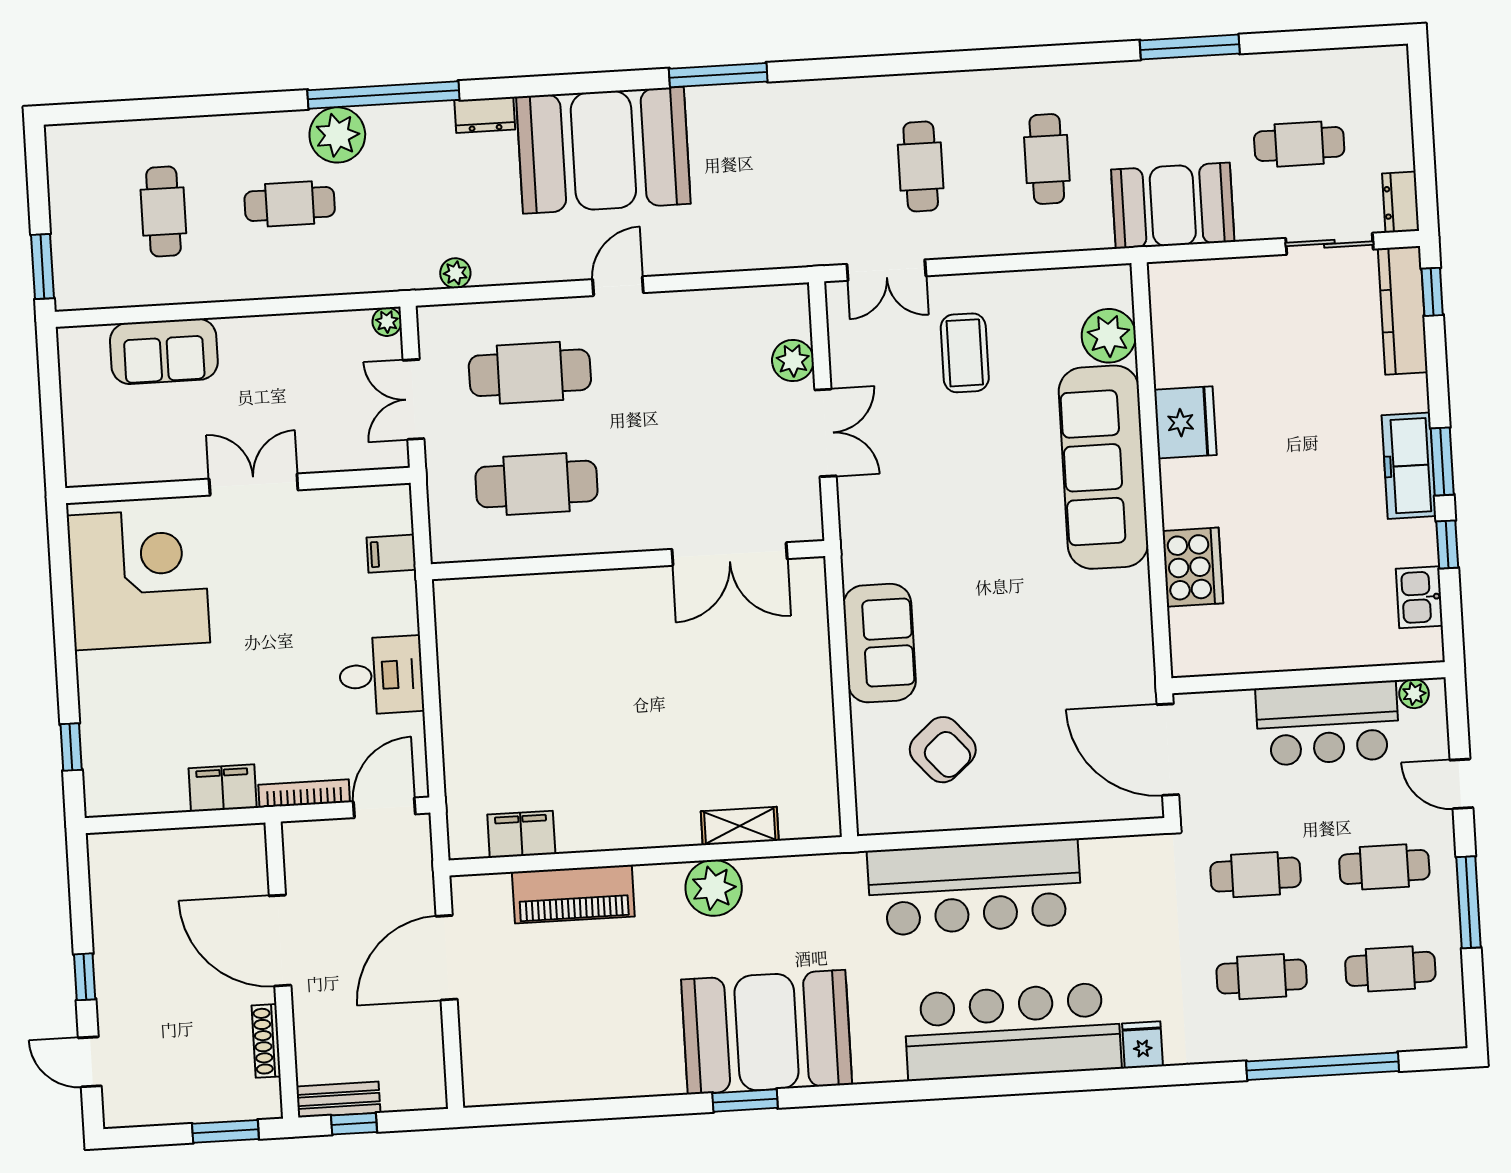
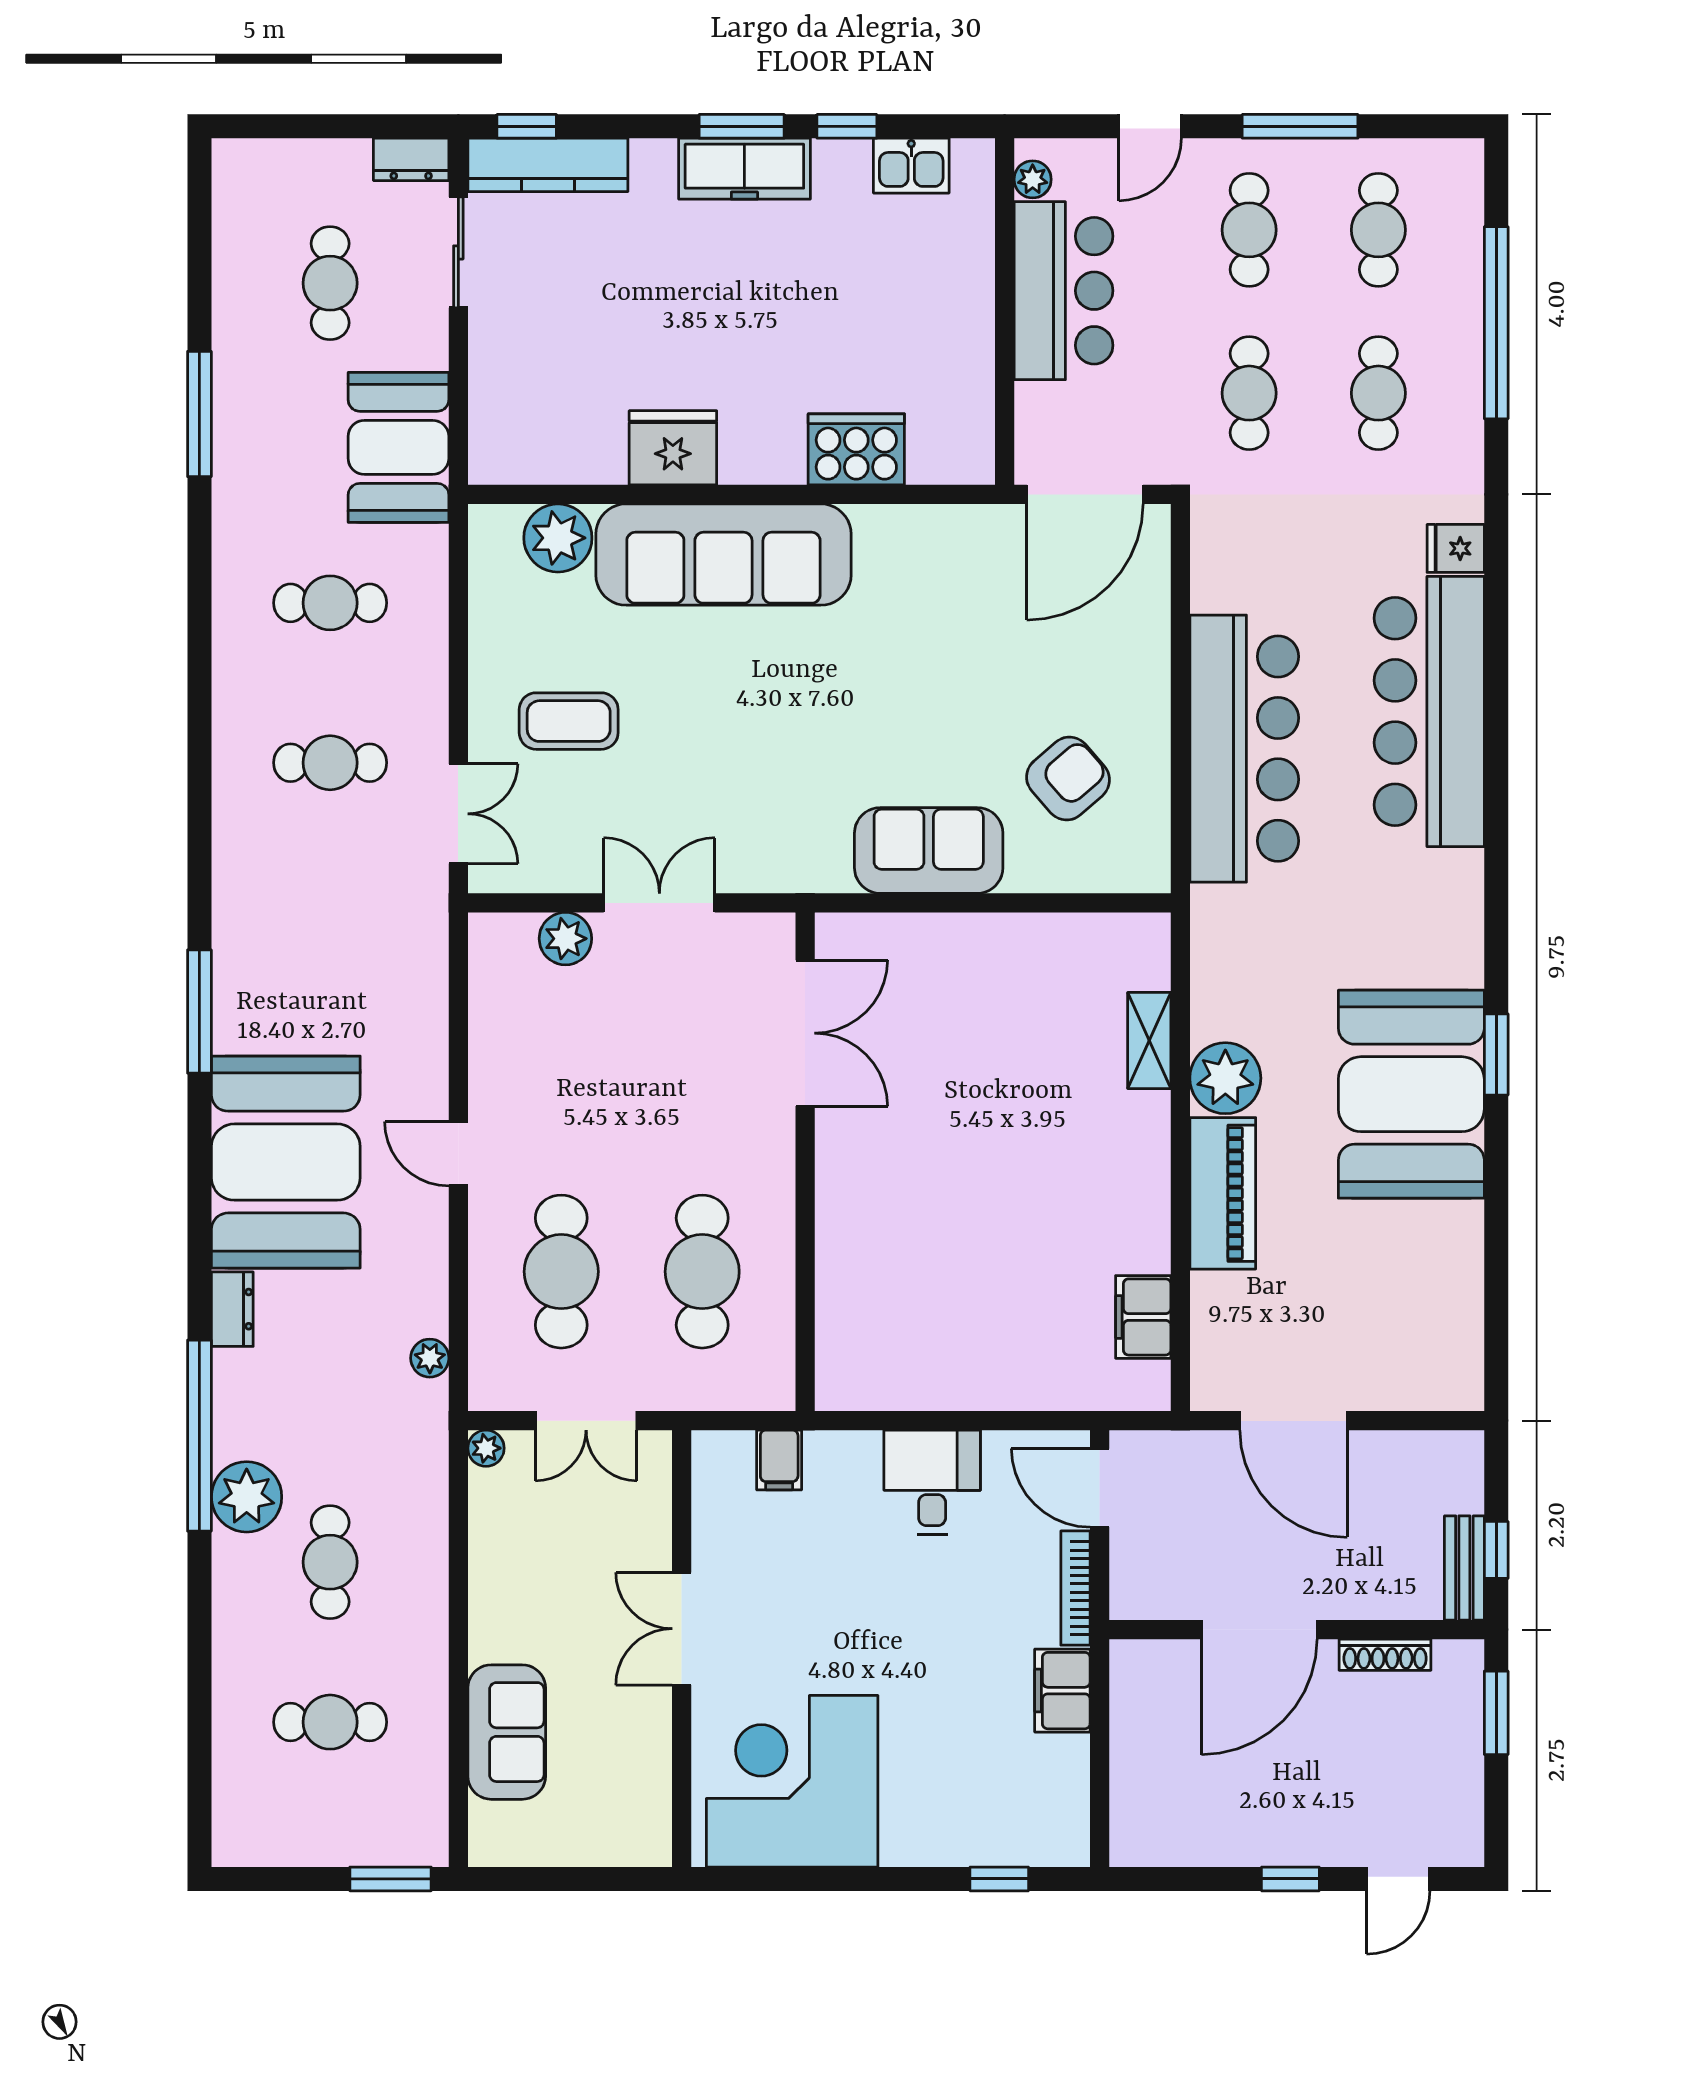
piano: (573, 894) -> (1223, 1193), moved
booth: (767, 1032) -> (1411, 1094), moved

